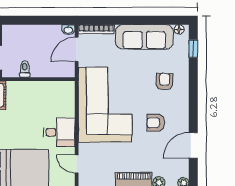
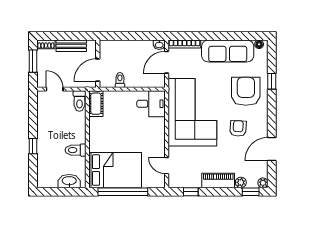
window: (193, 49) -> (272, 81), moved
armchair: (164, 82) -> (246, 91), width x1.88, depth x1.88
armchair: (156, 123) -> (238, 128), turned 93
desk: (59, 132) -> (151, 104), moved

